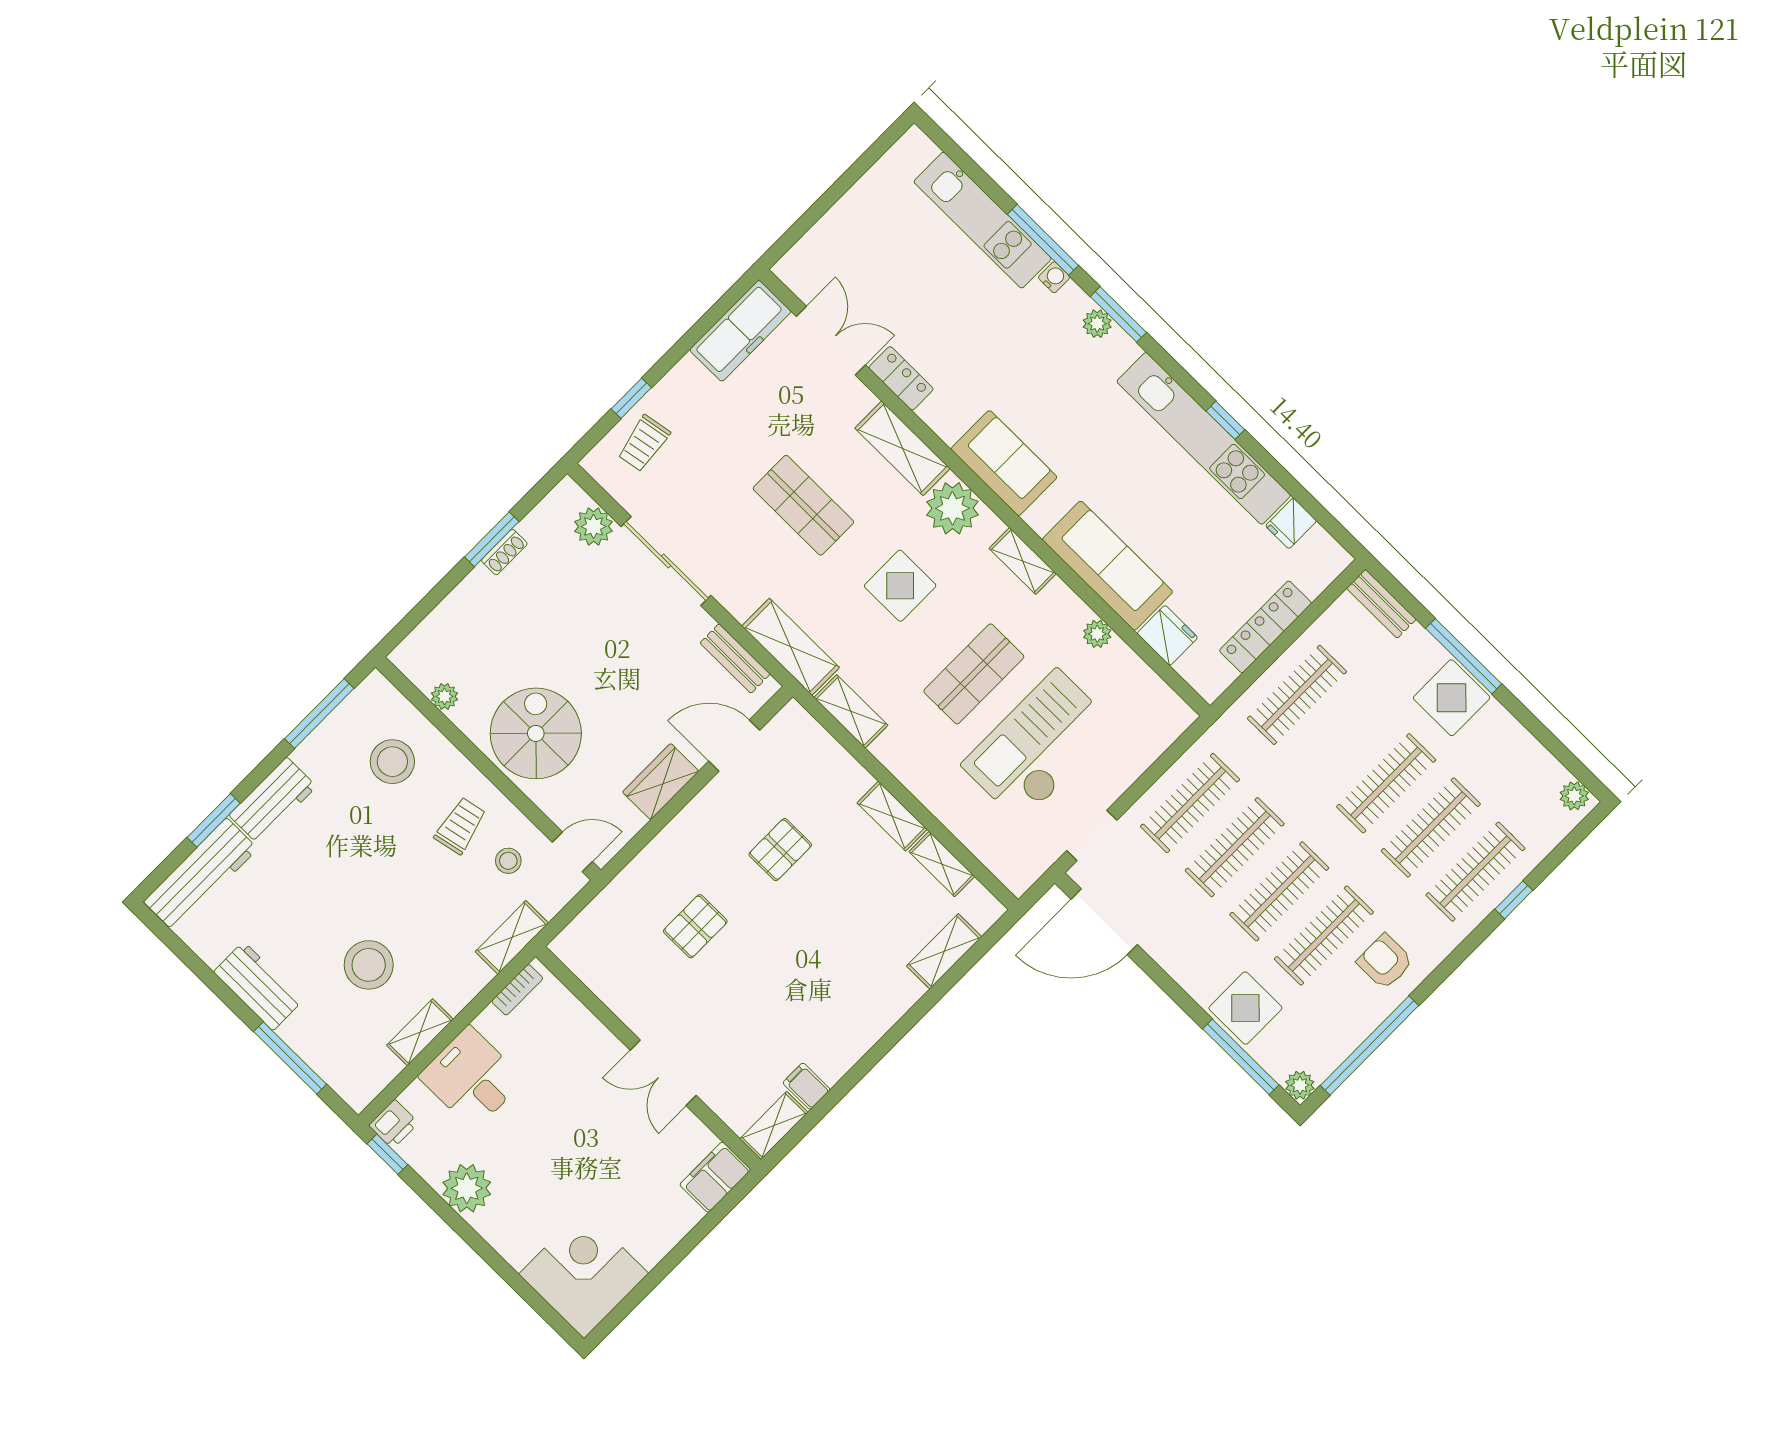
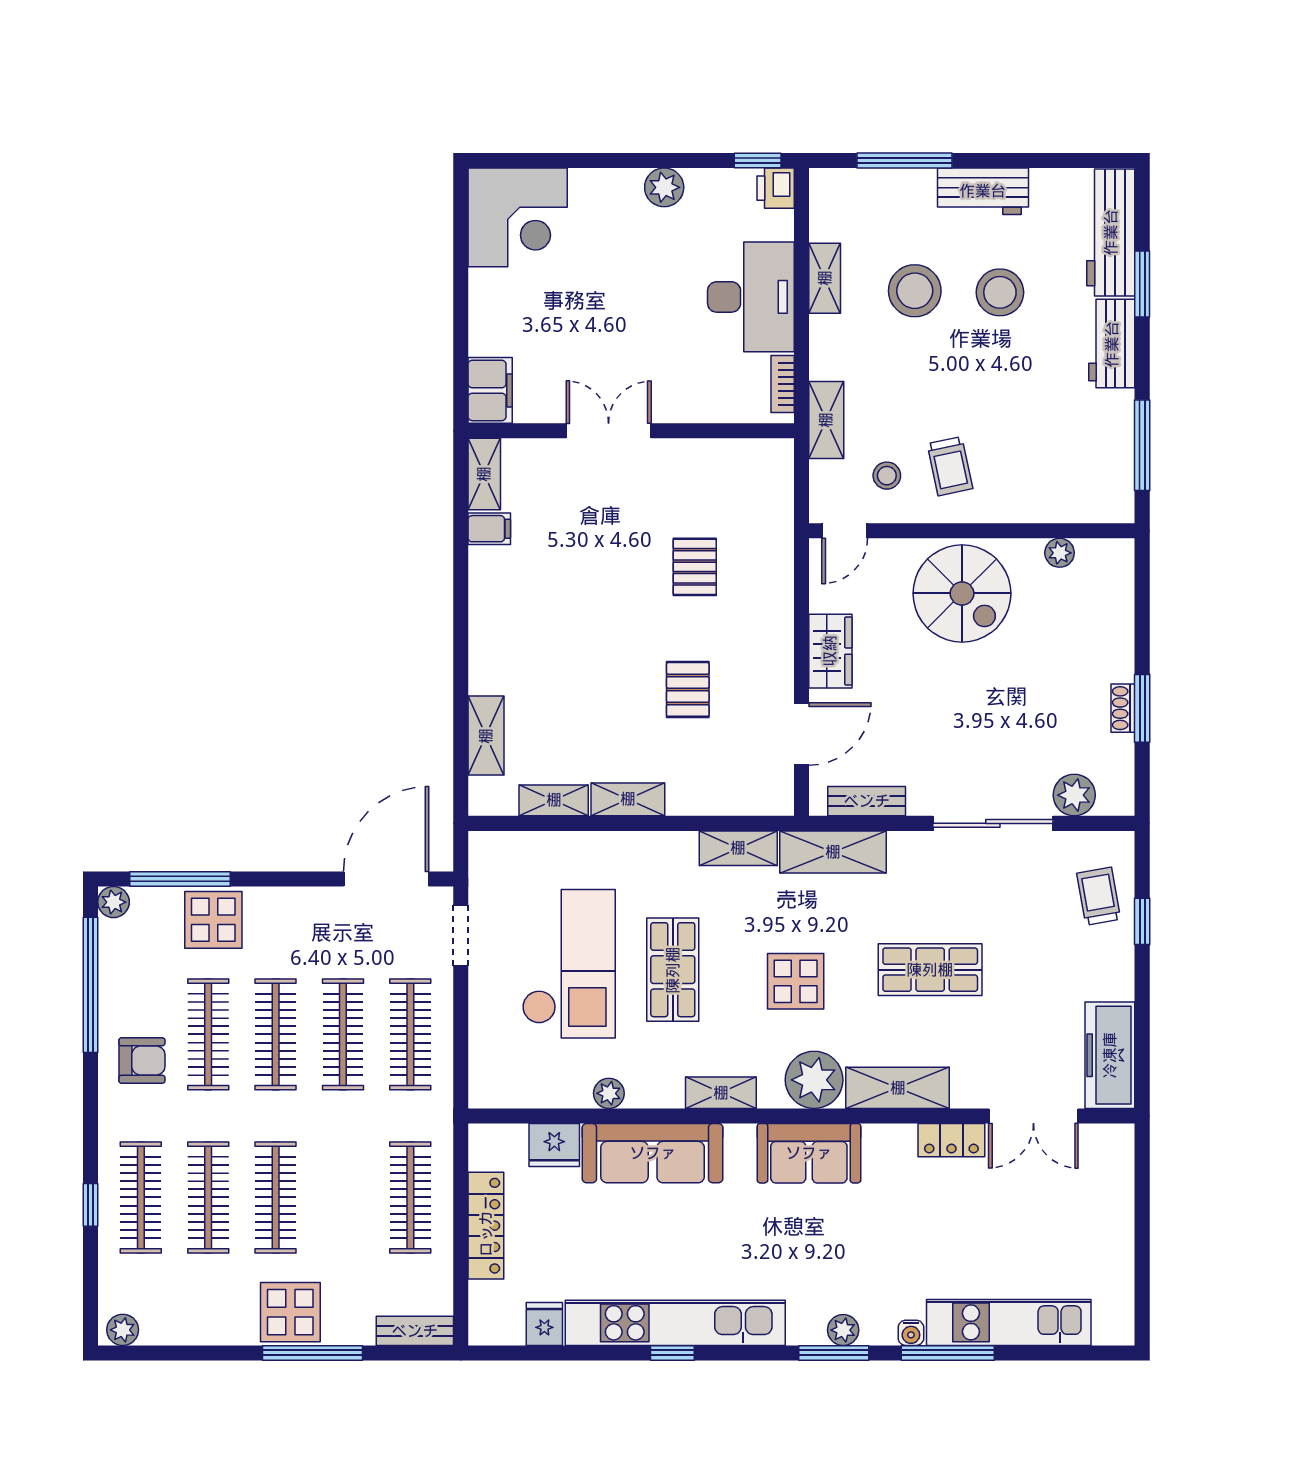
stool: (392, 762) -> (1000, 292), moved
desk: (471, 1078) -> (751, 297), width x1.37
plant: (467, 1188) -> (664, 187), width x0.73, depth x0.73

